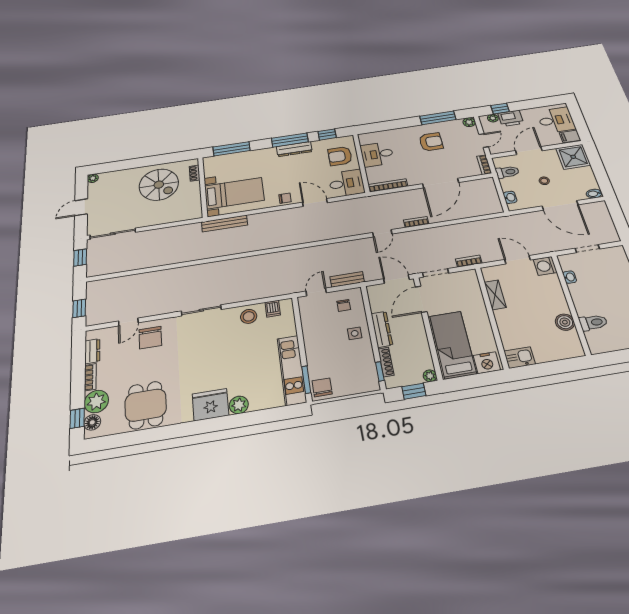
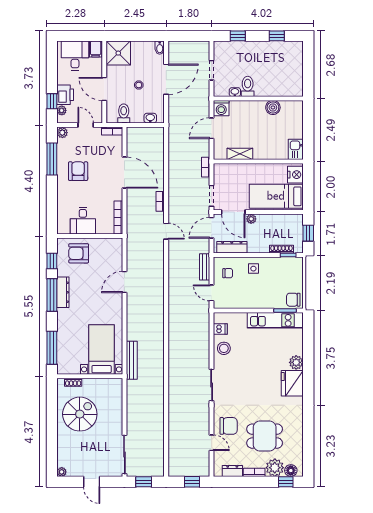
armchair: (340, 156) -> (79, 253), turned 90
desk: (347, 183) -> (109, 252), removed
chair: (285, 198) -> (115, 307), removed
toilet: (593, 323) -> (248, 86), moved
dresser: (382, 329) -> (232, 247), moved
plant: (430, 376) -> (251, 219), moved
dining table: (146, 405) -> (265, 436), moved

